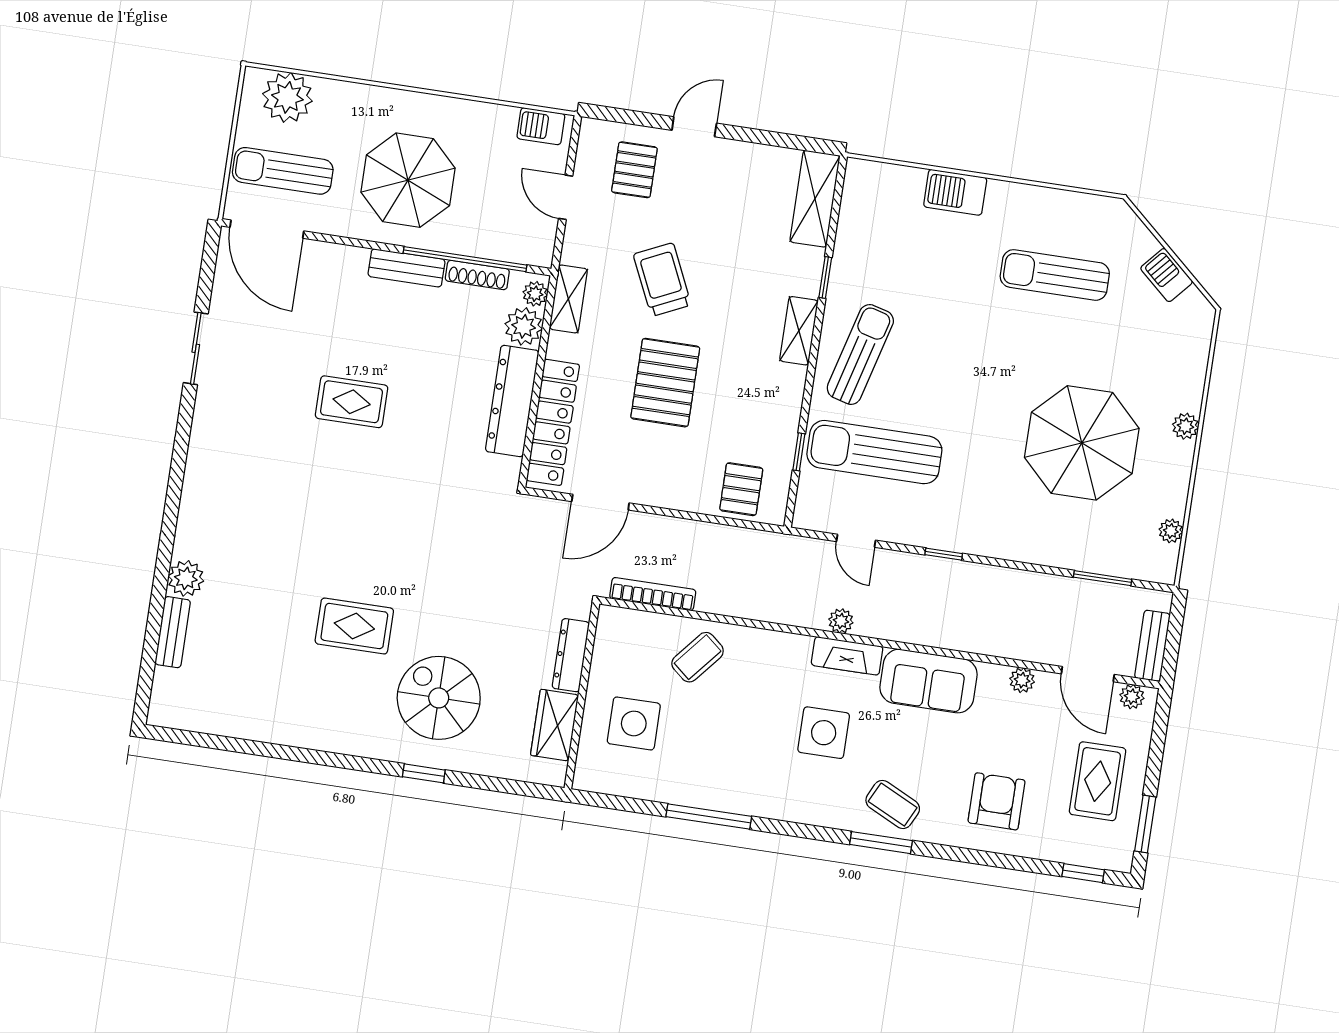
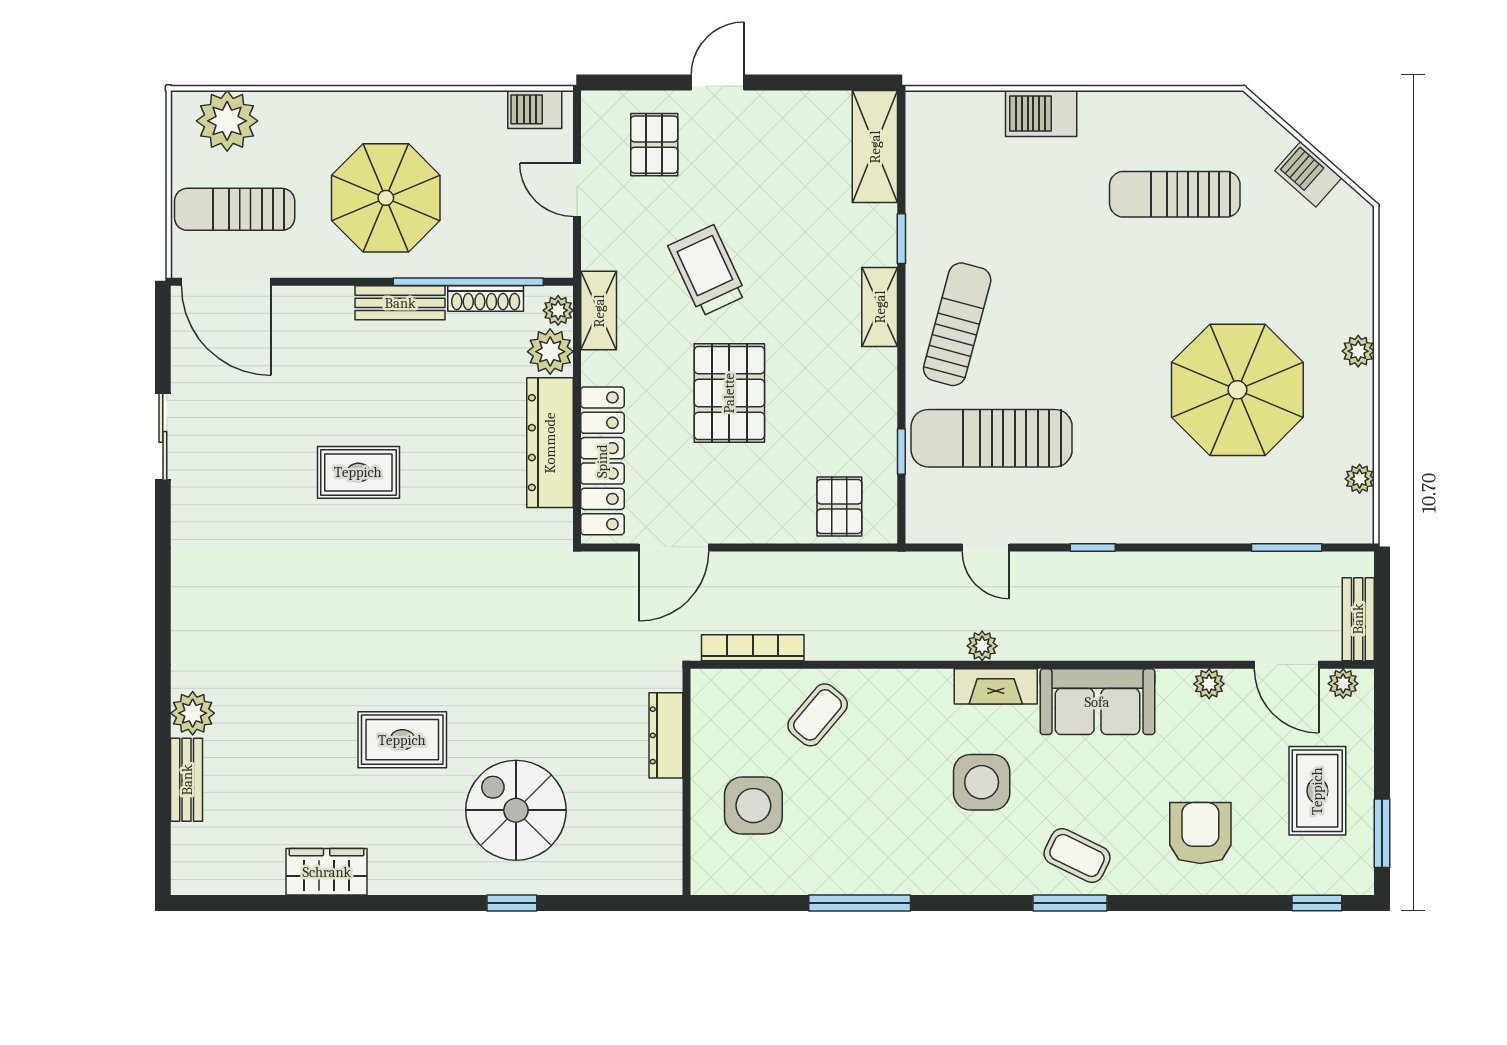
wardrobe: (555, 725) -> (327, 872), moved, turned 90

